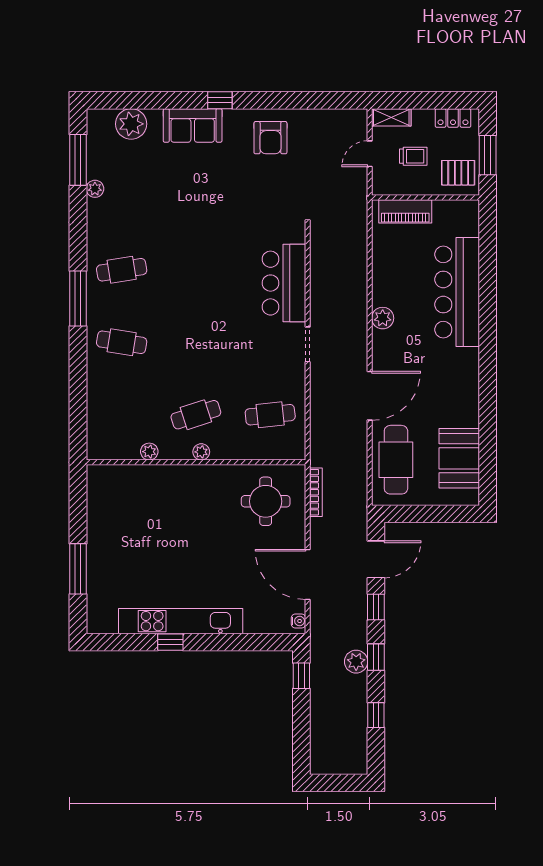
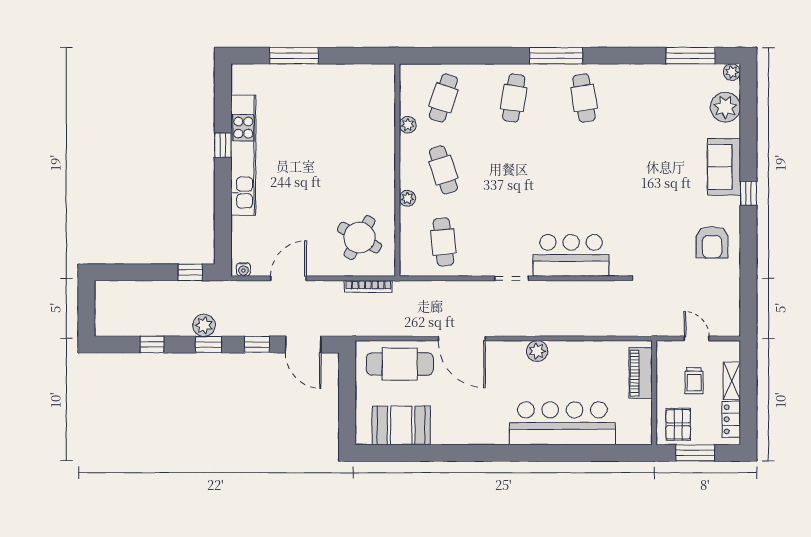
shelving: (391, 117) -> (732, 381), moved
armchair: (270, 138) -> (712, 242), turned -90
plant: (95, 189) -> (732, 72), moved
cafe table: (122, 415) -> (443, 98), added
plant: (201, 452) -> (407, 198), moved
round table: (266, 501) -> (359, 238), turned 30
door: (308, 574) -> (289, 278), width x0.73

